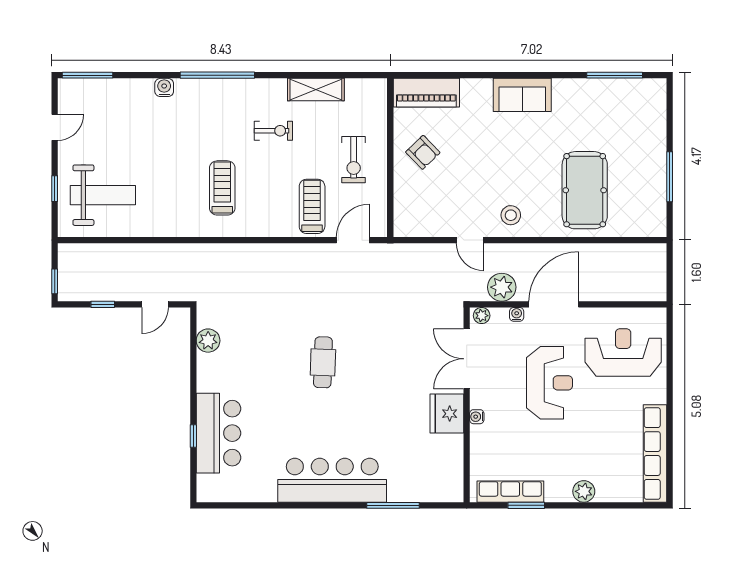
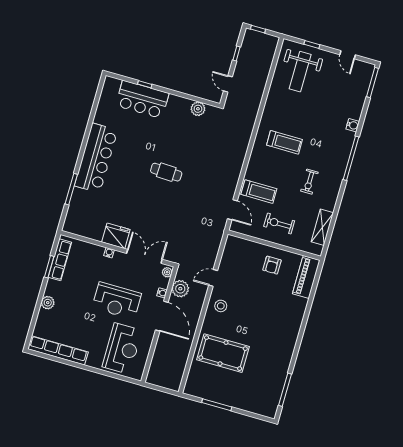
shelving: (316, 90) -> (322, 227), moved
sofa: (522, 95) -> (289, 333), removed
armchair: (423, 152) -> (272, 265), turned -46

